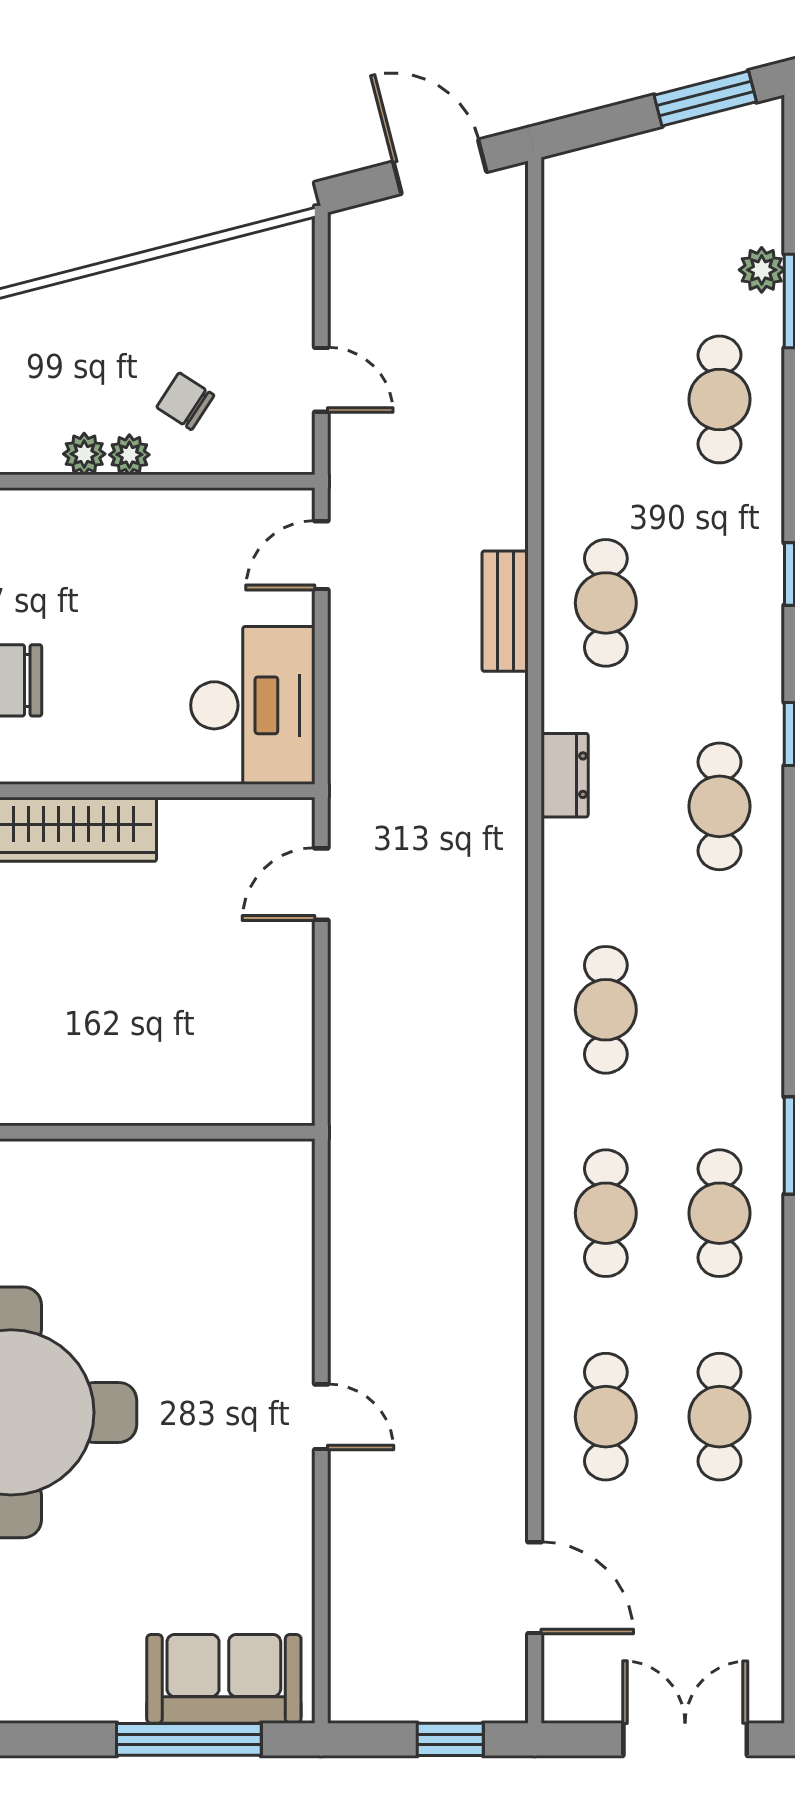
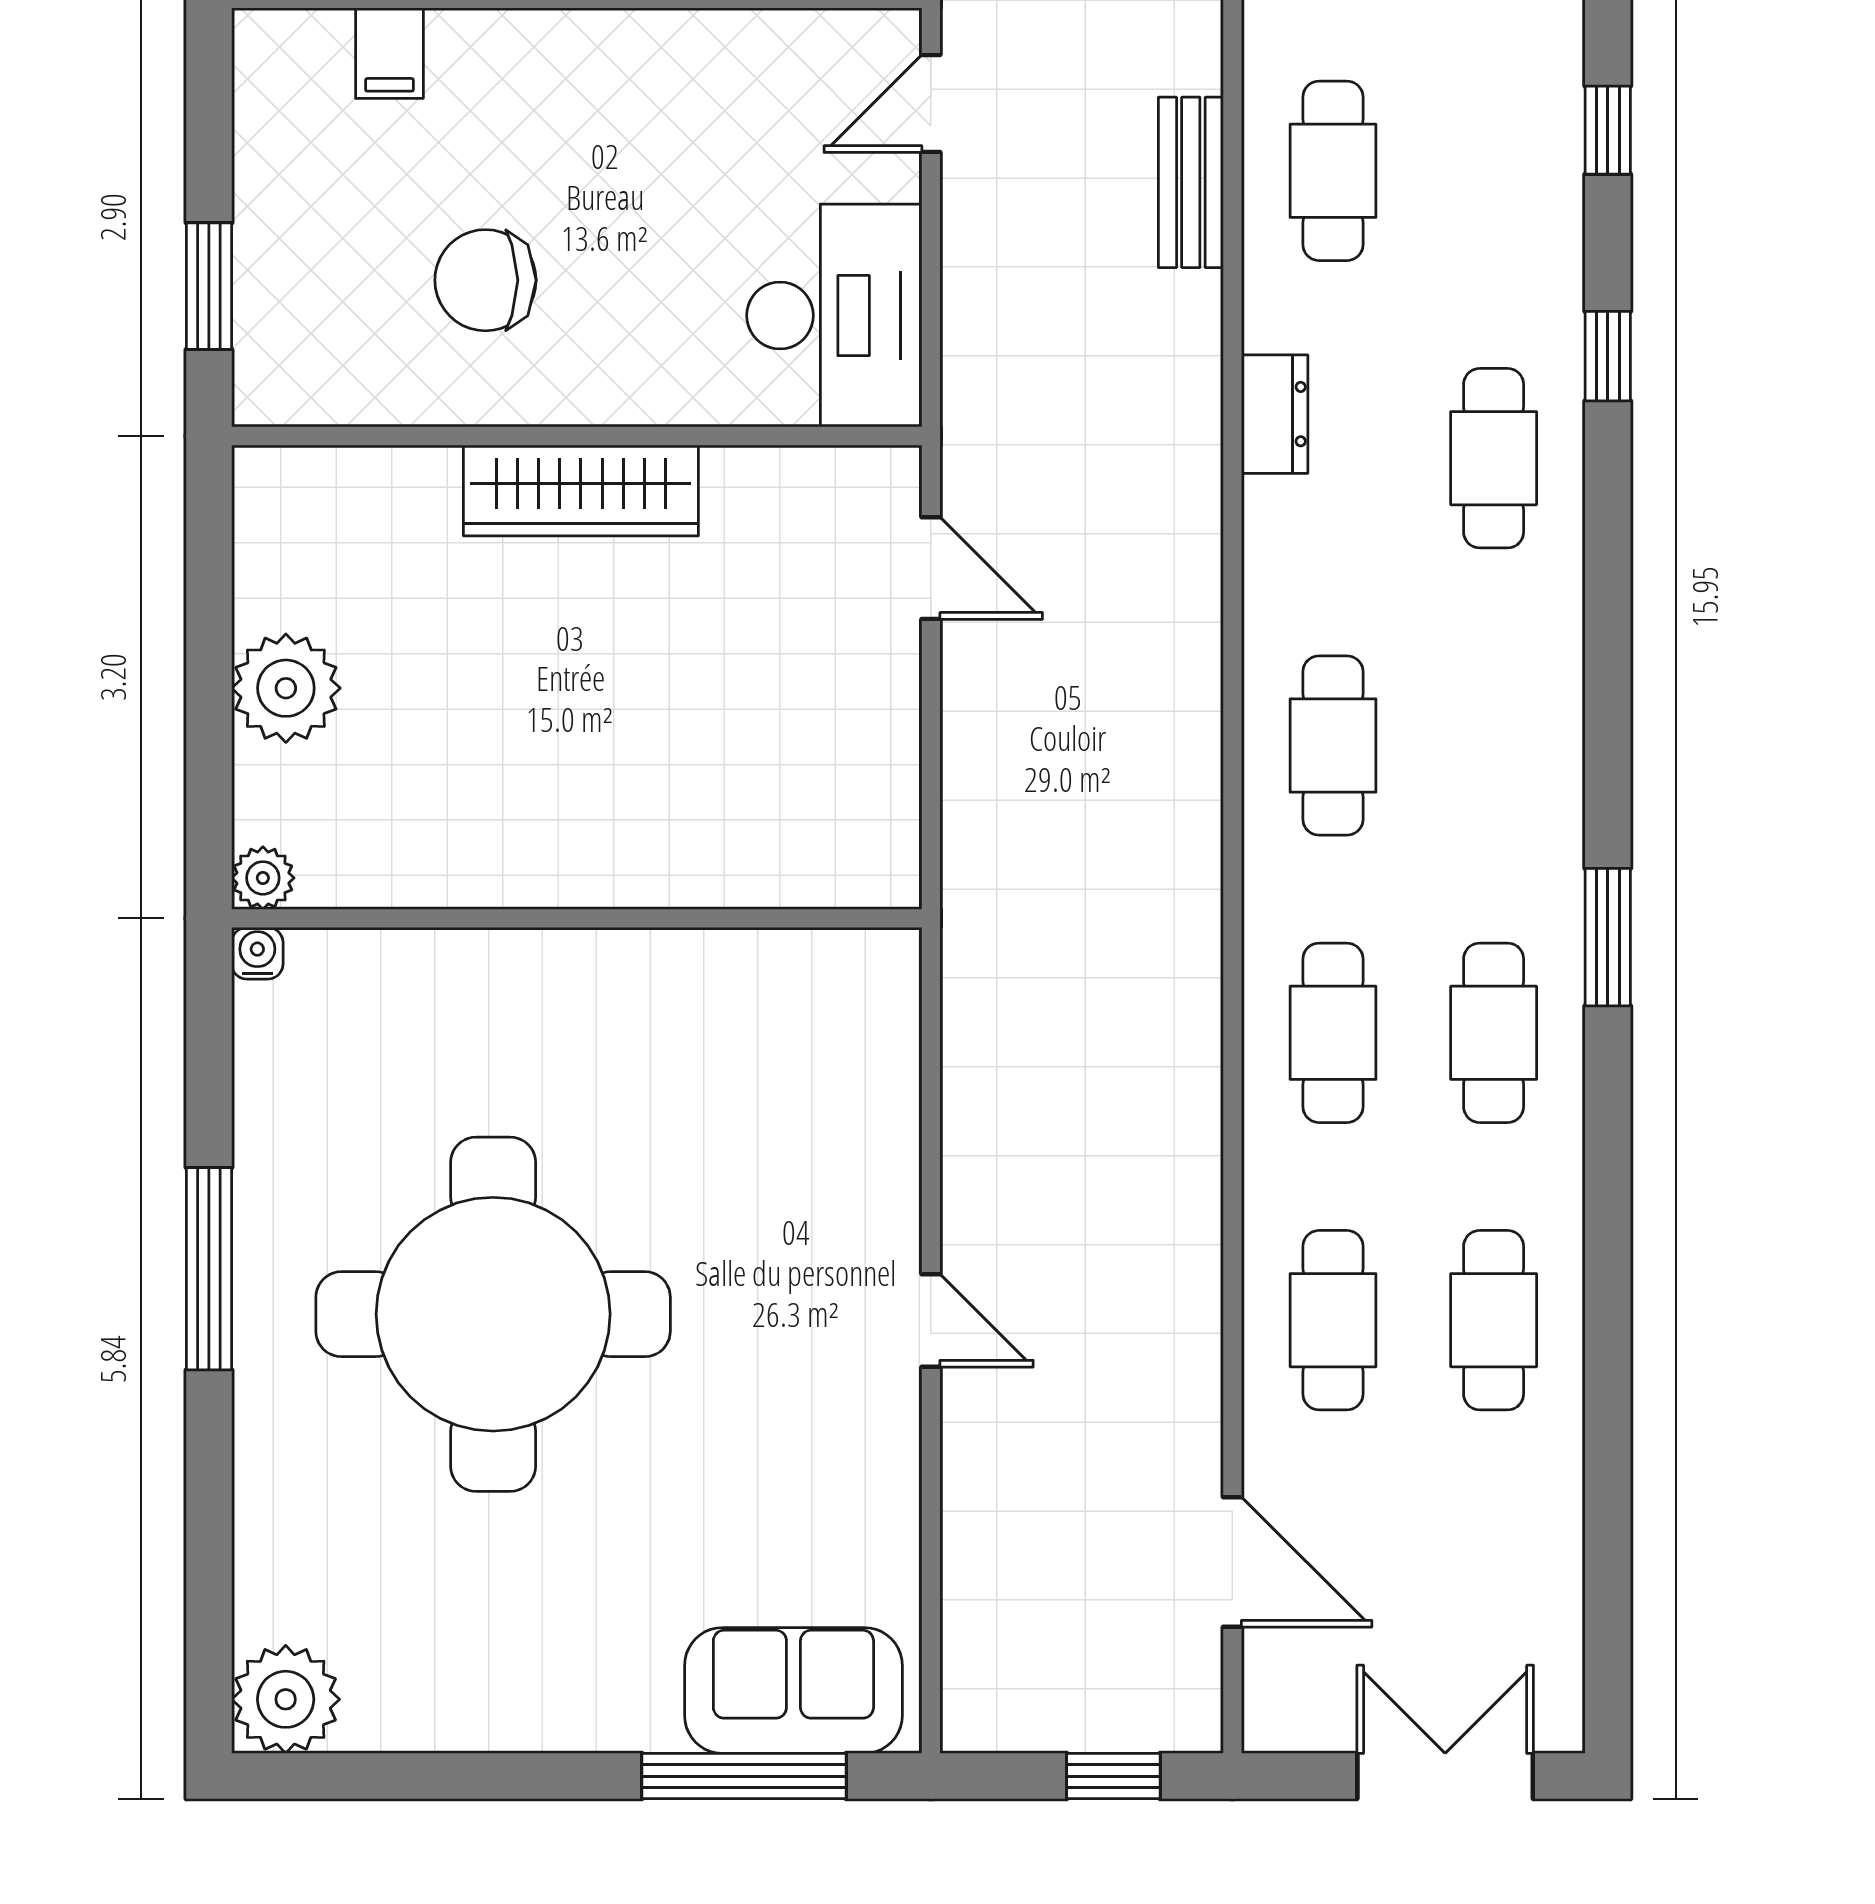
door: (321, 884) -> (931, 568), swing flipped

